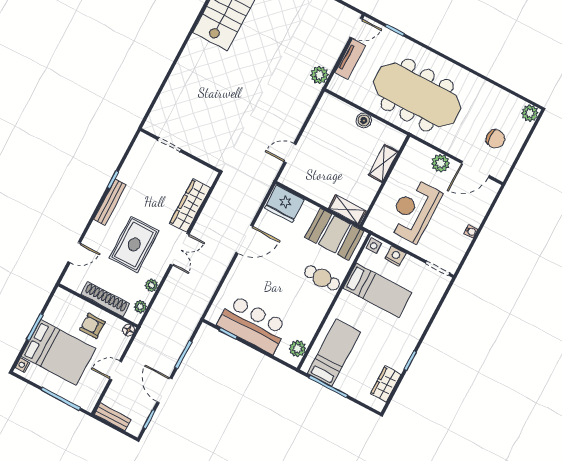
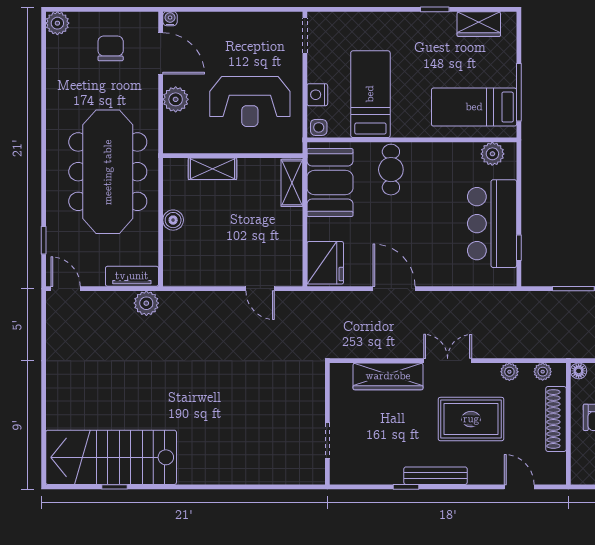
tv unit: (350, 59) -> (132, 276), moved
water cooler: (471, 231) -> (170, 19), moved

